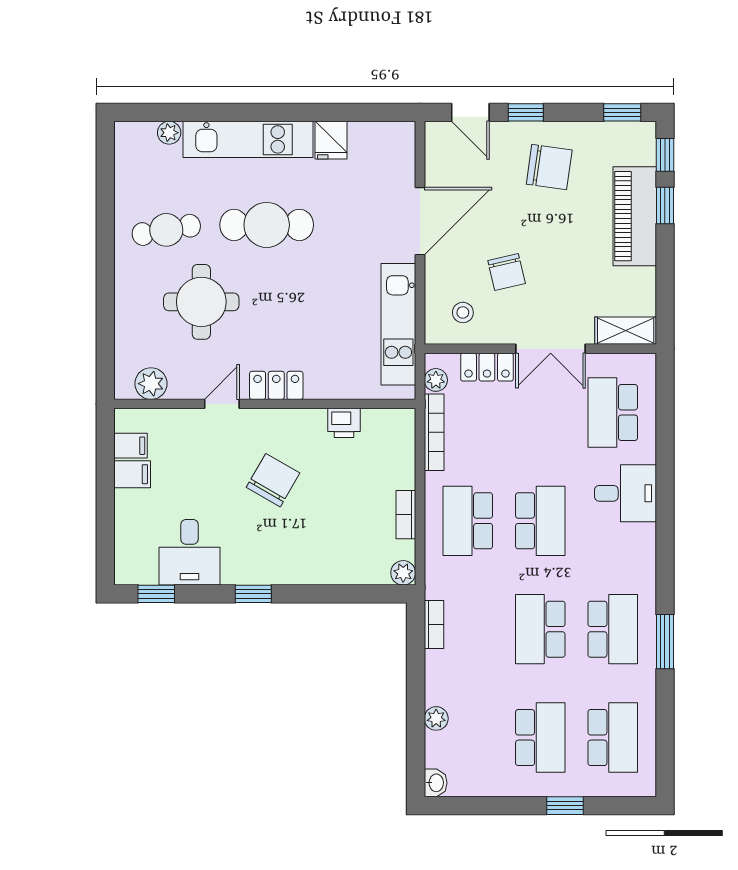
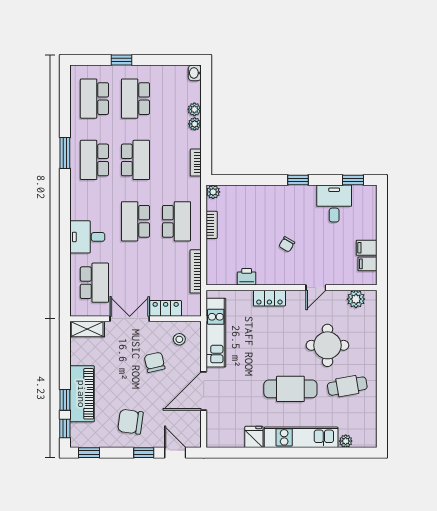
plant: (436, 380) -> (195, 124), moved
locker: (276, 385) -> (269, 298), moved
chair: (273, 480) -> (287, 244), width x0.54, depth x0.54

